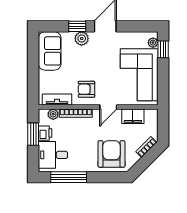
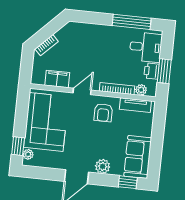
window: (77, 26) -> (128, 182), moved
armchair: (86, 89) -> (103, 113), turned 90
armchair: (112, 154) -> (84, 42), removed

